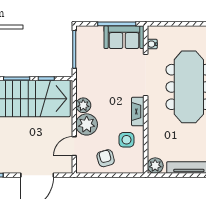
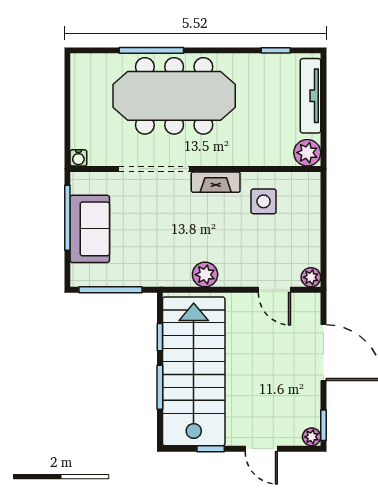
sofa: (124, 37) -> (90, 229), moved
water cooler: (152, 44) -> (78, 158), moved
plant: (87, 124) -> (311, 277), moved, width x0.53, depth x0.53
armchair: (106, 158) -> (295, 237), removed

